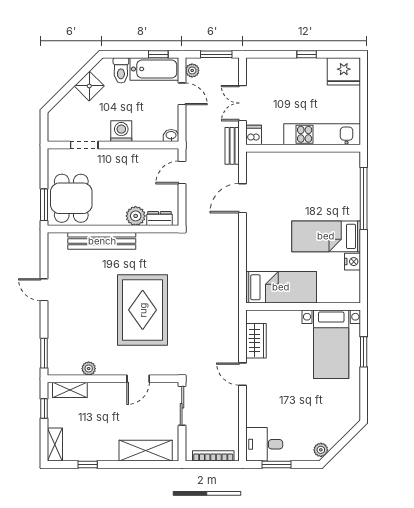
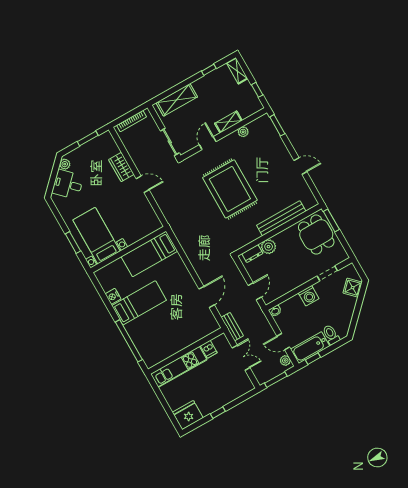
shower: (89, 86) -> (353, 288), moved
dishwasher: (254, 135) -> (209, 349), moved
wardrobe: (256, 341) -> (121, 167), moved
shelving: (70, 390) -> (228, 122), moved
desk: (264, 444) -> (68, 184), moved, turned -135

